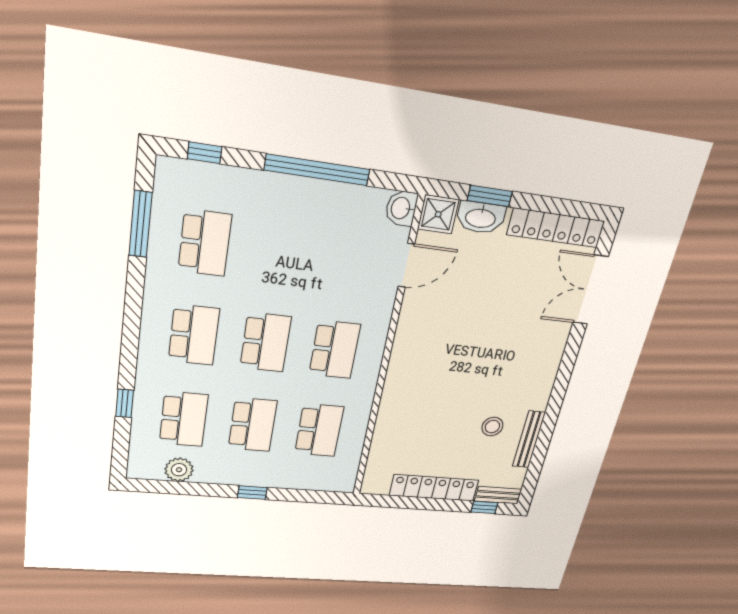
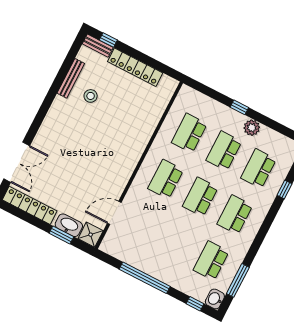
washbasin: (401, 208) -> (215, 299), moved, turned 180
plant: (179, 470) -> (252, 128), moved

